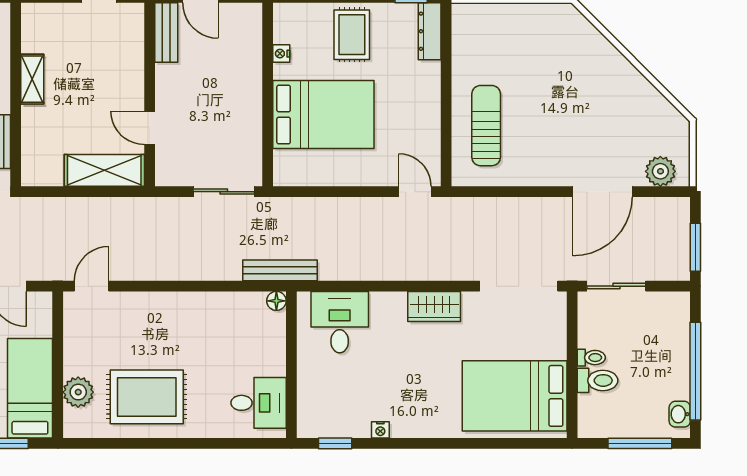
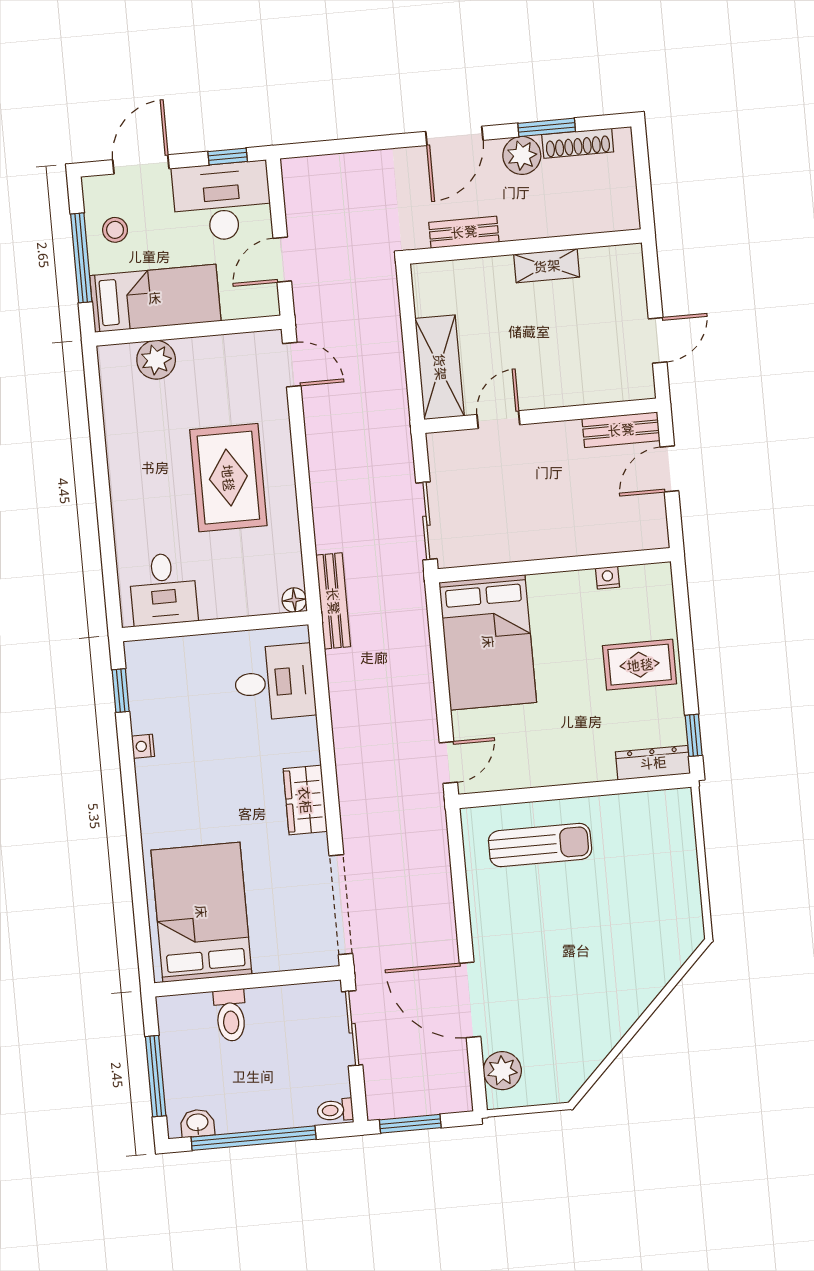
bed: (323, 114) -> (488, 642), moved
toilet: (591, 358) -> (335, 1110), moved, turned 90
rug: (147, 397) -> (228, 478), moved

